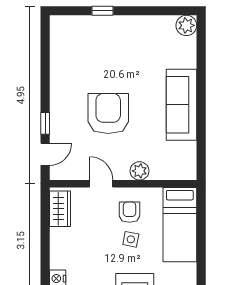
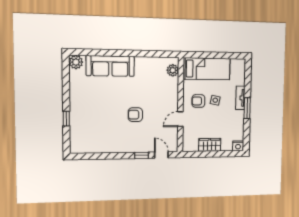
sofa: (181, 105) -> (110, 66), moved
armchair: (108, 114) -> (135, 115), width x0.53, depth x0.53
plant: (139, 171) -> (173, 70), moved
wardrobe: (60, 209) -> (210, 145), moved

